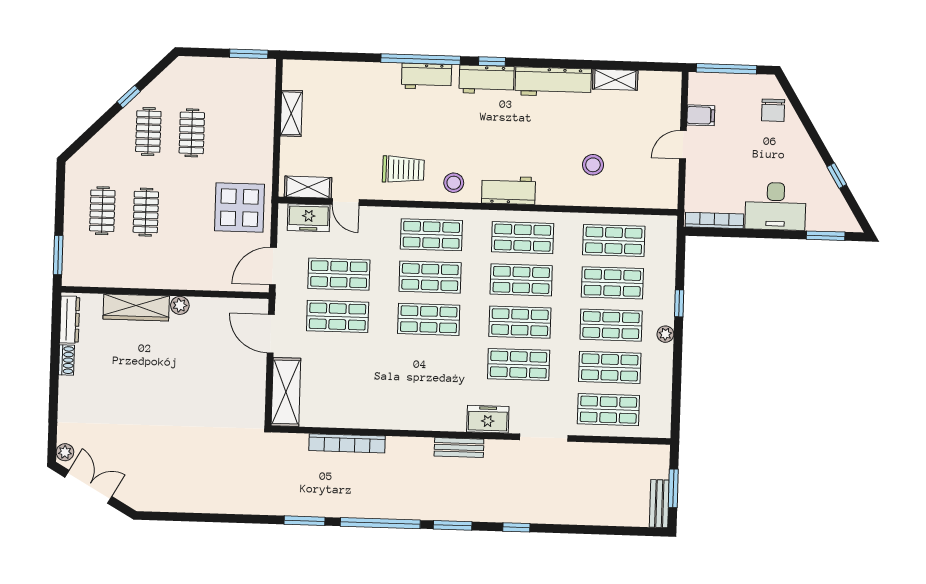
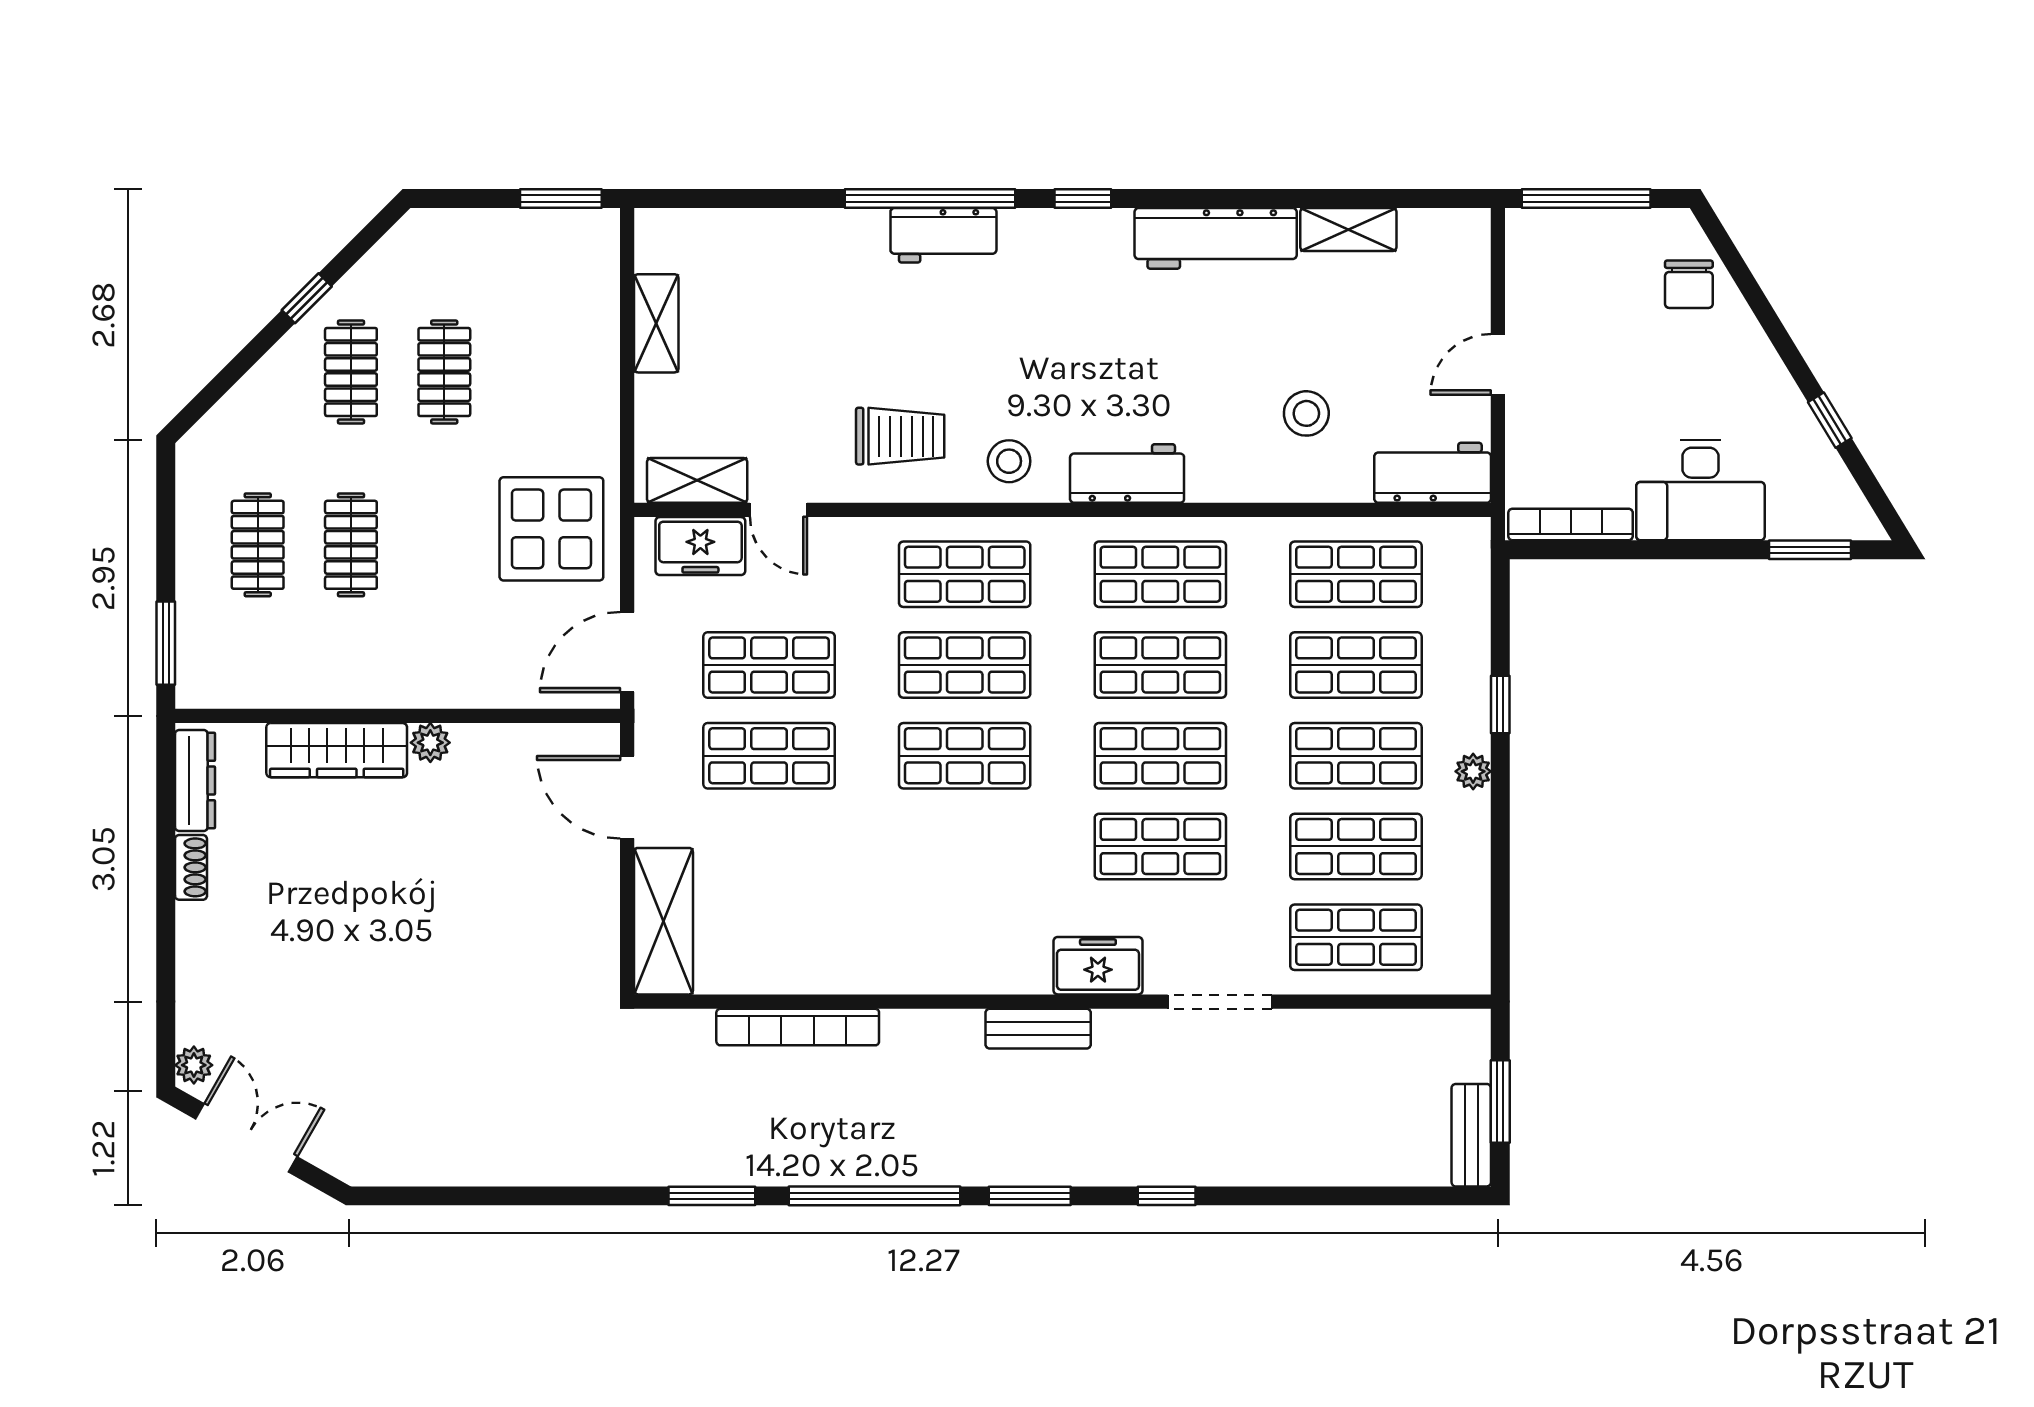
workbench: (487, 80) -> (1433, 473), moved, turned 180
filing cabinet: (701, 115) -> (1534, 300), removed

